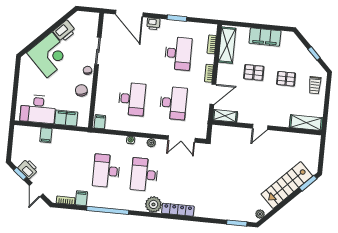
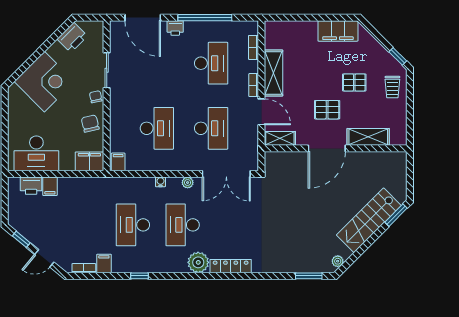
window: (177, 18) -> (205, 18), width x2.11
printer: (64, 31) -> (72, 37), moved
filing cabinet: (265, 37) -> (338, 31), moved
shelving: (227, 45) -> (274, 73), moved
window: (314, 53) -> (398, 56), moved
pallet: (254, 72) -> (327, 110), moved
door: (213, 94) -> (261, 112), hinge flipped
filing cabinet: (66, 118) -> (89, 161), moved
shelving: (306, 123) -> (368, 137), moved
door: (260, 127) -> (327, 148), width x1.87
double door: (181, 139) -> (226, 174), width x1.37
printer: (28, 169) -> (31, 186), moved, turned 141
door: (36, 190) -> (44, 258), hinge flipped
window: (108, 210) -> (140, 276), width x0.32

